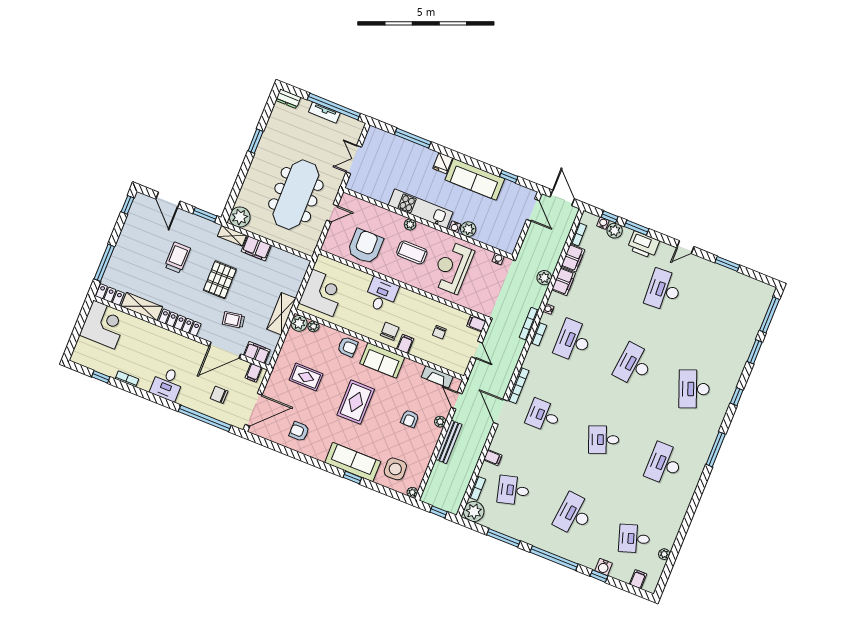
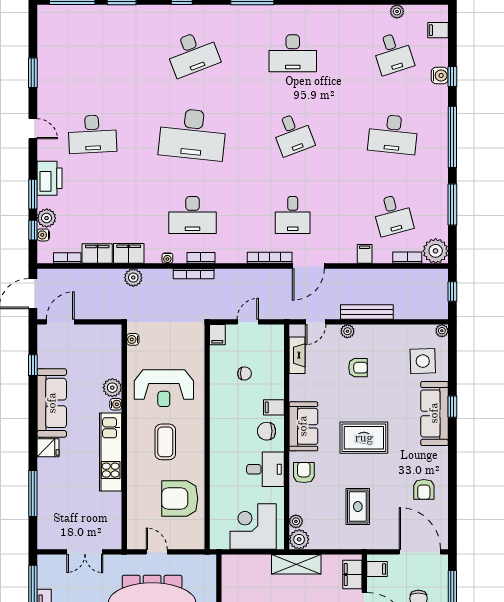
plant: (410, 224) -> (134, 457), removed
desk: (381, 295) -> (265, 469), moved, turned 180
desk: (634, 365) -> (193, 134), width x1.36, depth x1.30

